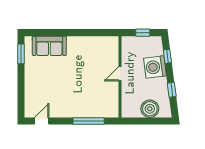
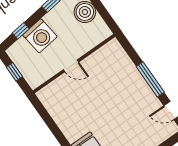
window: (89, 121) -> (150, 79), moved

